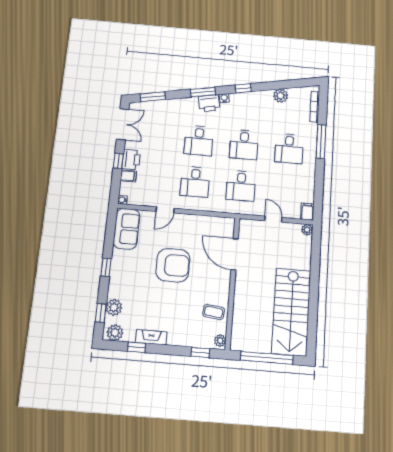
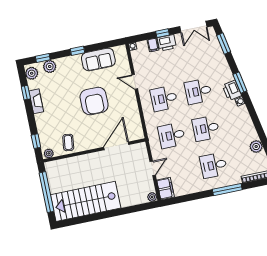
window: (243, 88) -> (253, 114), removed
filing cabinet: (307, 212) -> (165, 188), width x2.00
sofa: (126, 229) -> (98, 59), moved

